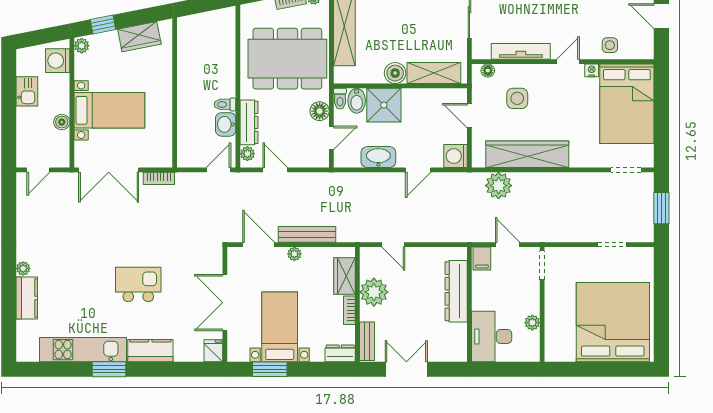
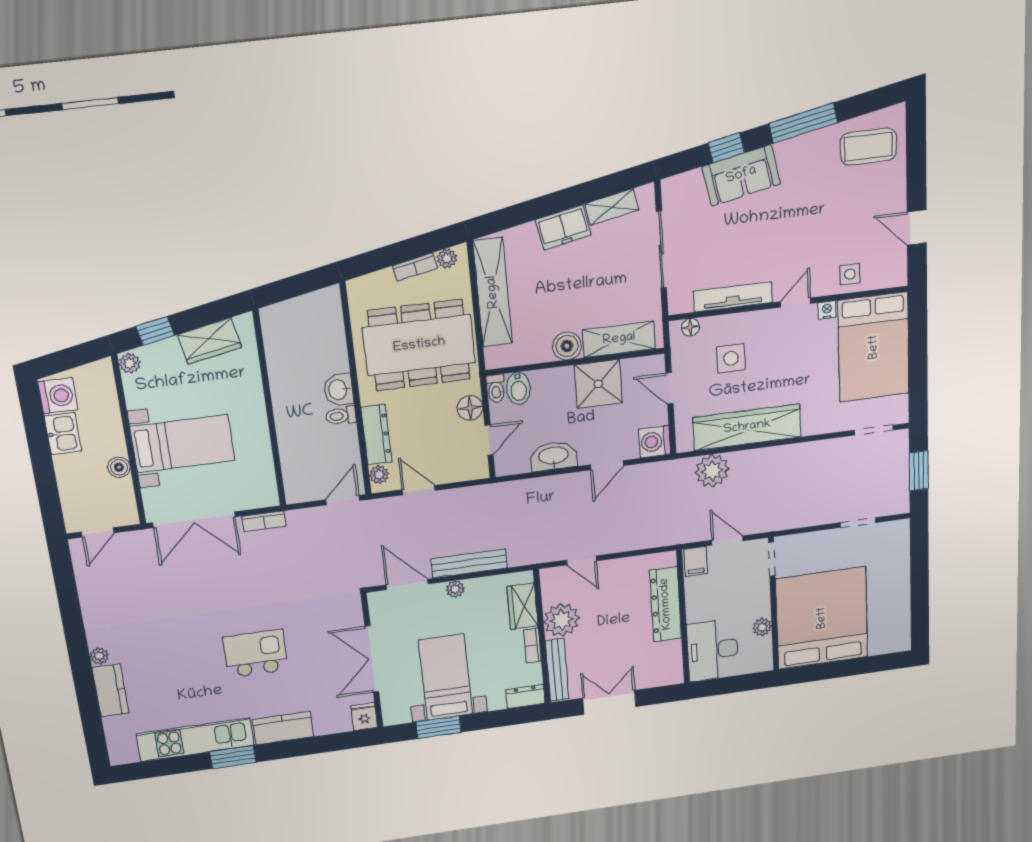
washing machine: (58, 61) -> (58, 396), moved, turned 180
shower: (384, 105) -> (598, 384), moved
washbasin: (226, 124) -> (338, 390), moved
bed: (613, 322) -> (822, 618), moved
bench: (367, 341) -> (557, 670), width x1.36

